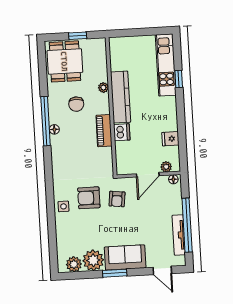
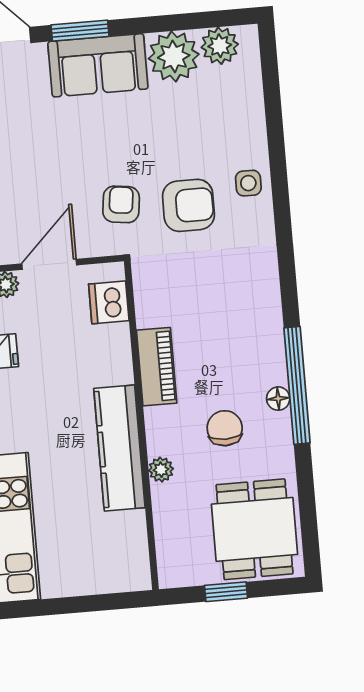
floor lamp: (54, 129) -> (278, 399), moved
dishwasher: (122, 132) -> (109, 302), moved
window: (115, 273) -> (80, 31), moved

